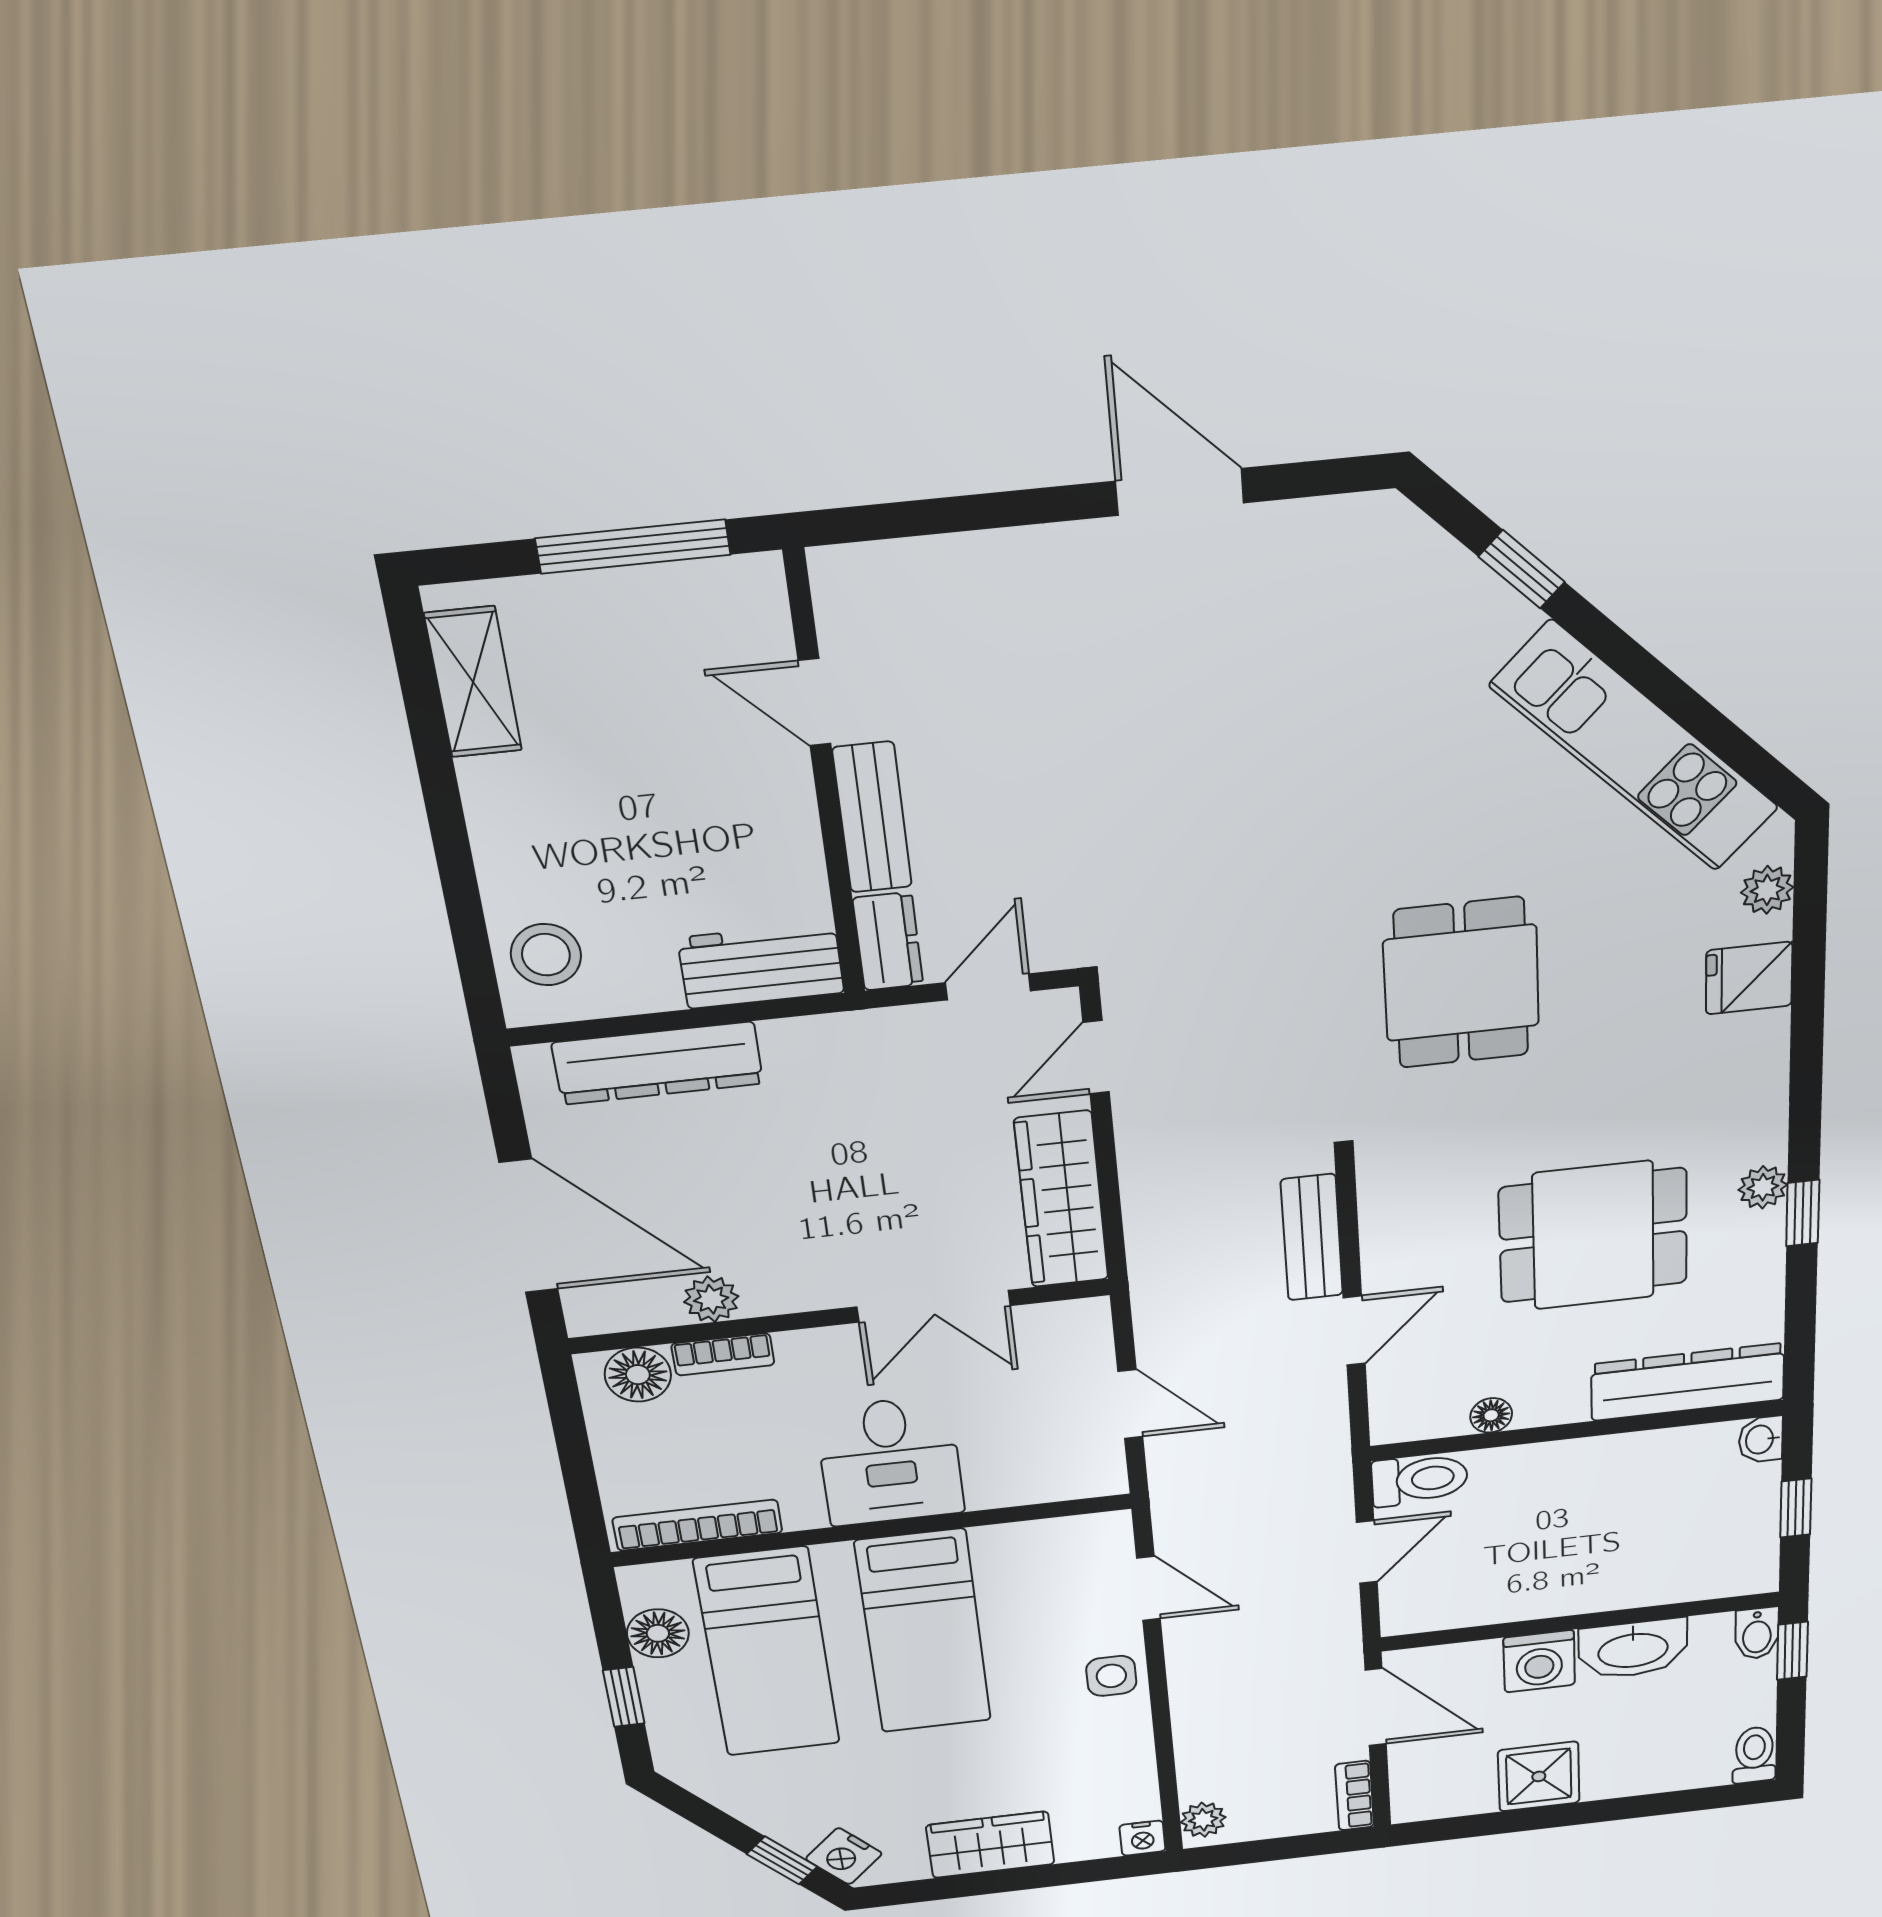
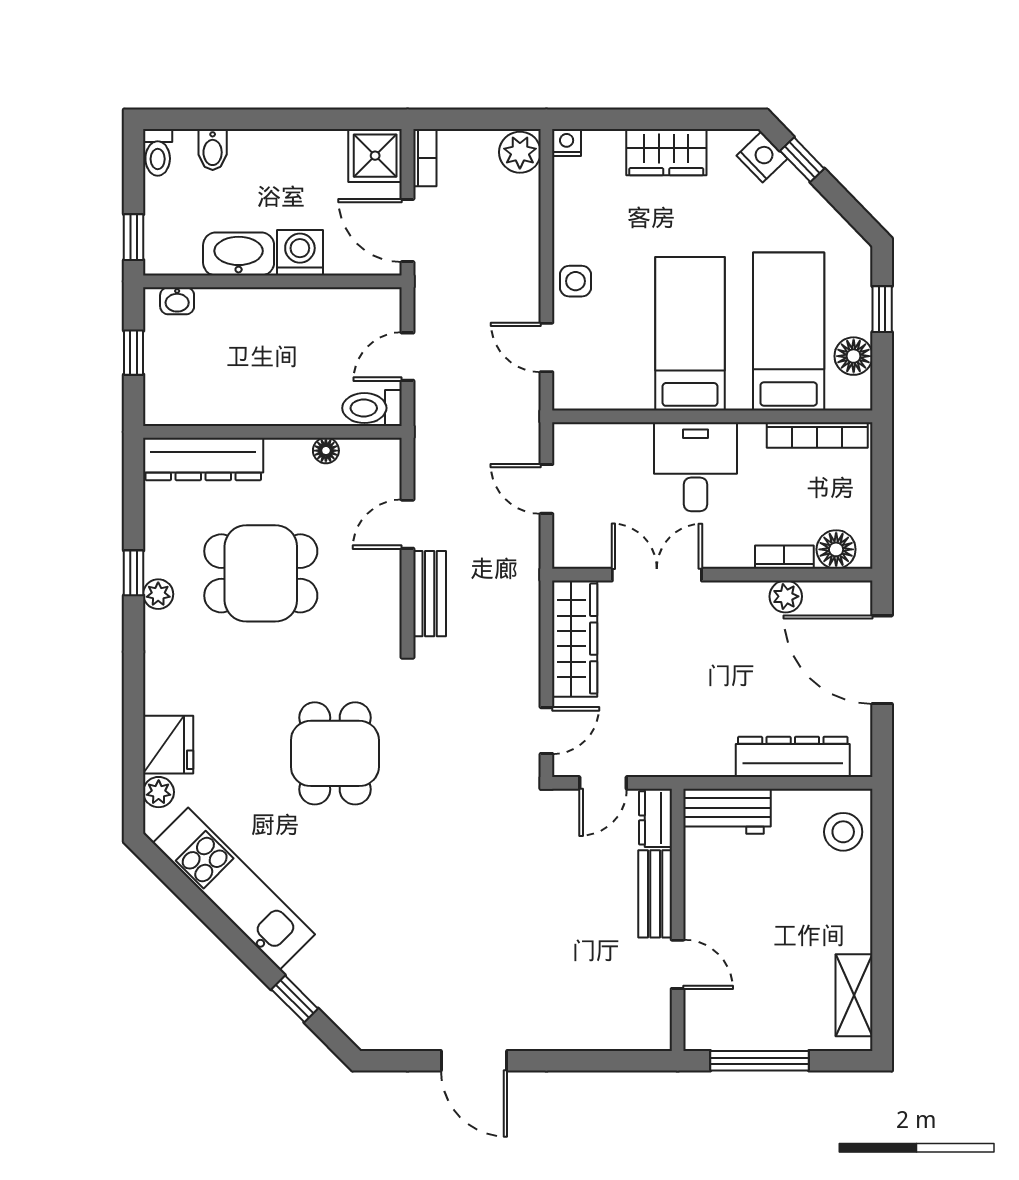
fridge: (1749, 978) -> (168, 745), width x1.38
washbasin: (1761, 1439) -> (177, 301), moved, turned 90
bidet: (1757, 1633) -> (213, 150), moved, turned 180
shower: (1539, 1776) -> (375, 156), moved
plant: (1203, 1820) -> (520, 152), width x1.38, depth x1.38

